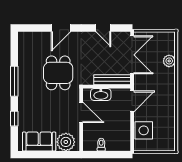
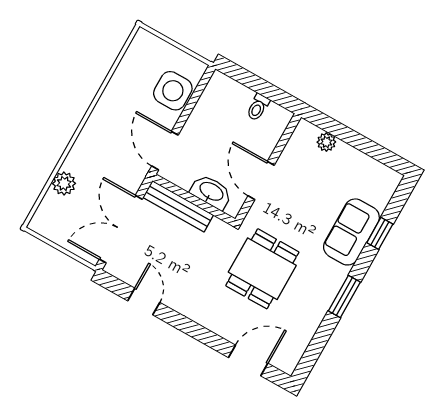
door: (61, 28) -> (248, 360), moved
window: (14, 81) -> (344, 296), width x0.69
door: (132, 101) -> (165, 151), hinge flipped
sofa: (39, 142) -> (351, 232), moved, turned 90
plant: (66, 142) -> (326, 142), width x0.53, depth x0.53

